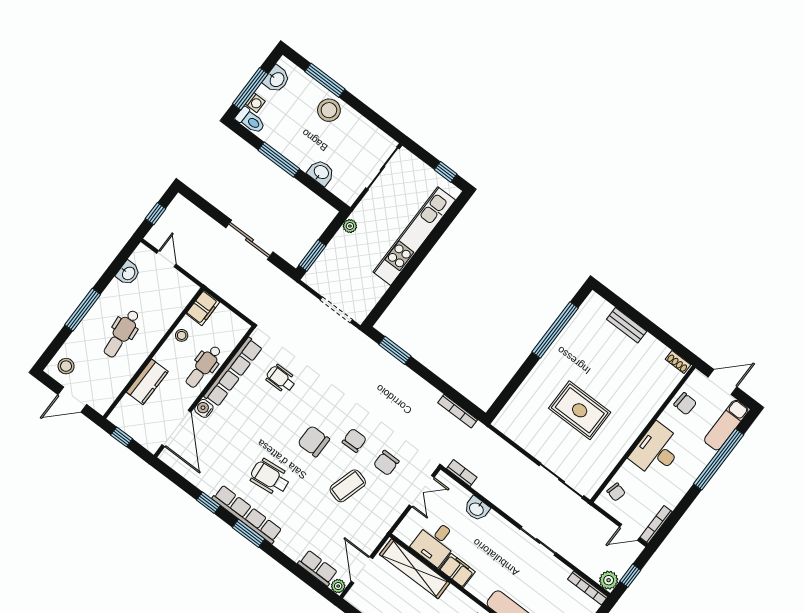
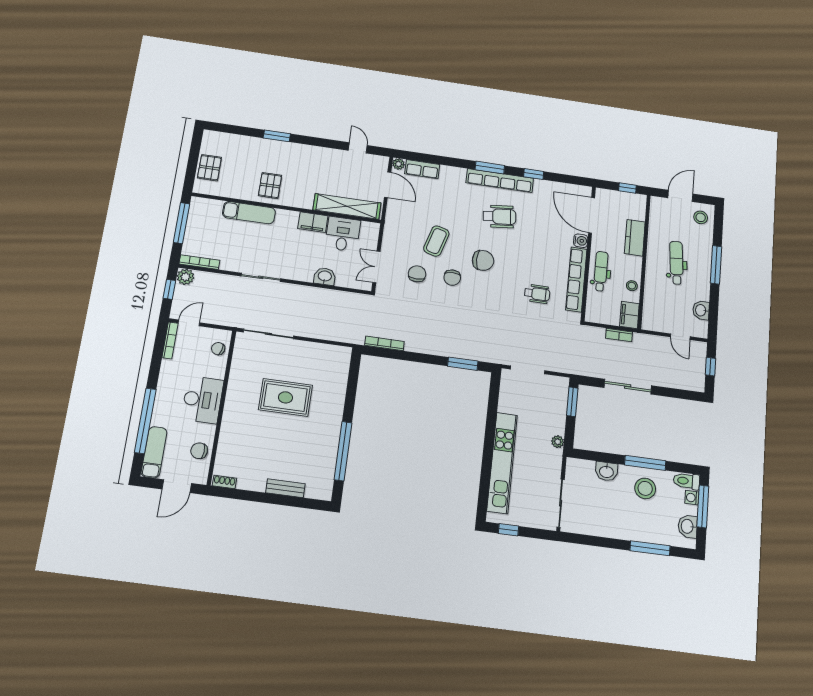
stool: (329, 110) -> (645, 488), moved
bookcase: (462, 473) -> (619, 335), moved

